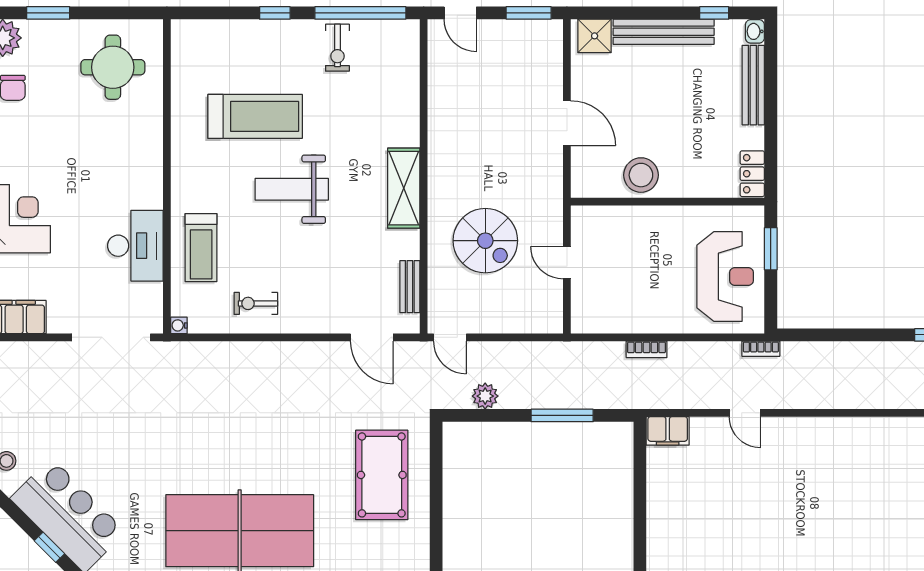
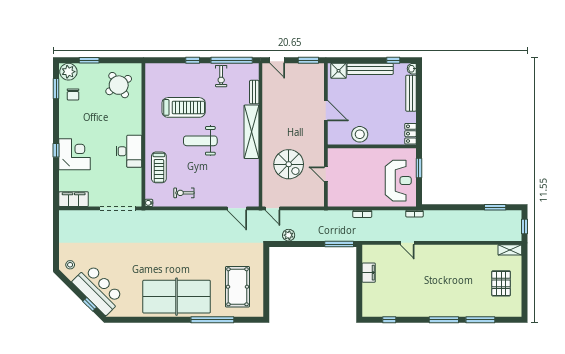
round table: (113, 67) -> (119, 85), turned -34
shelving: (404, 188) -> (251, 132), width x1.47
desk: (135, 246) -> (129, 151), moved
bench: (410, 287) -> (254, 92), moved
window: (562, 415) -> (339, 244), moved
filing cabinet: (668, 431) -> (369, 273), moved, turned -90
pool table: (382, 475) -> (237, 287), moved

